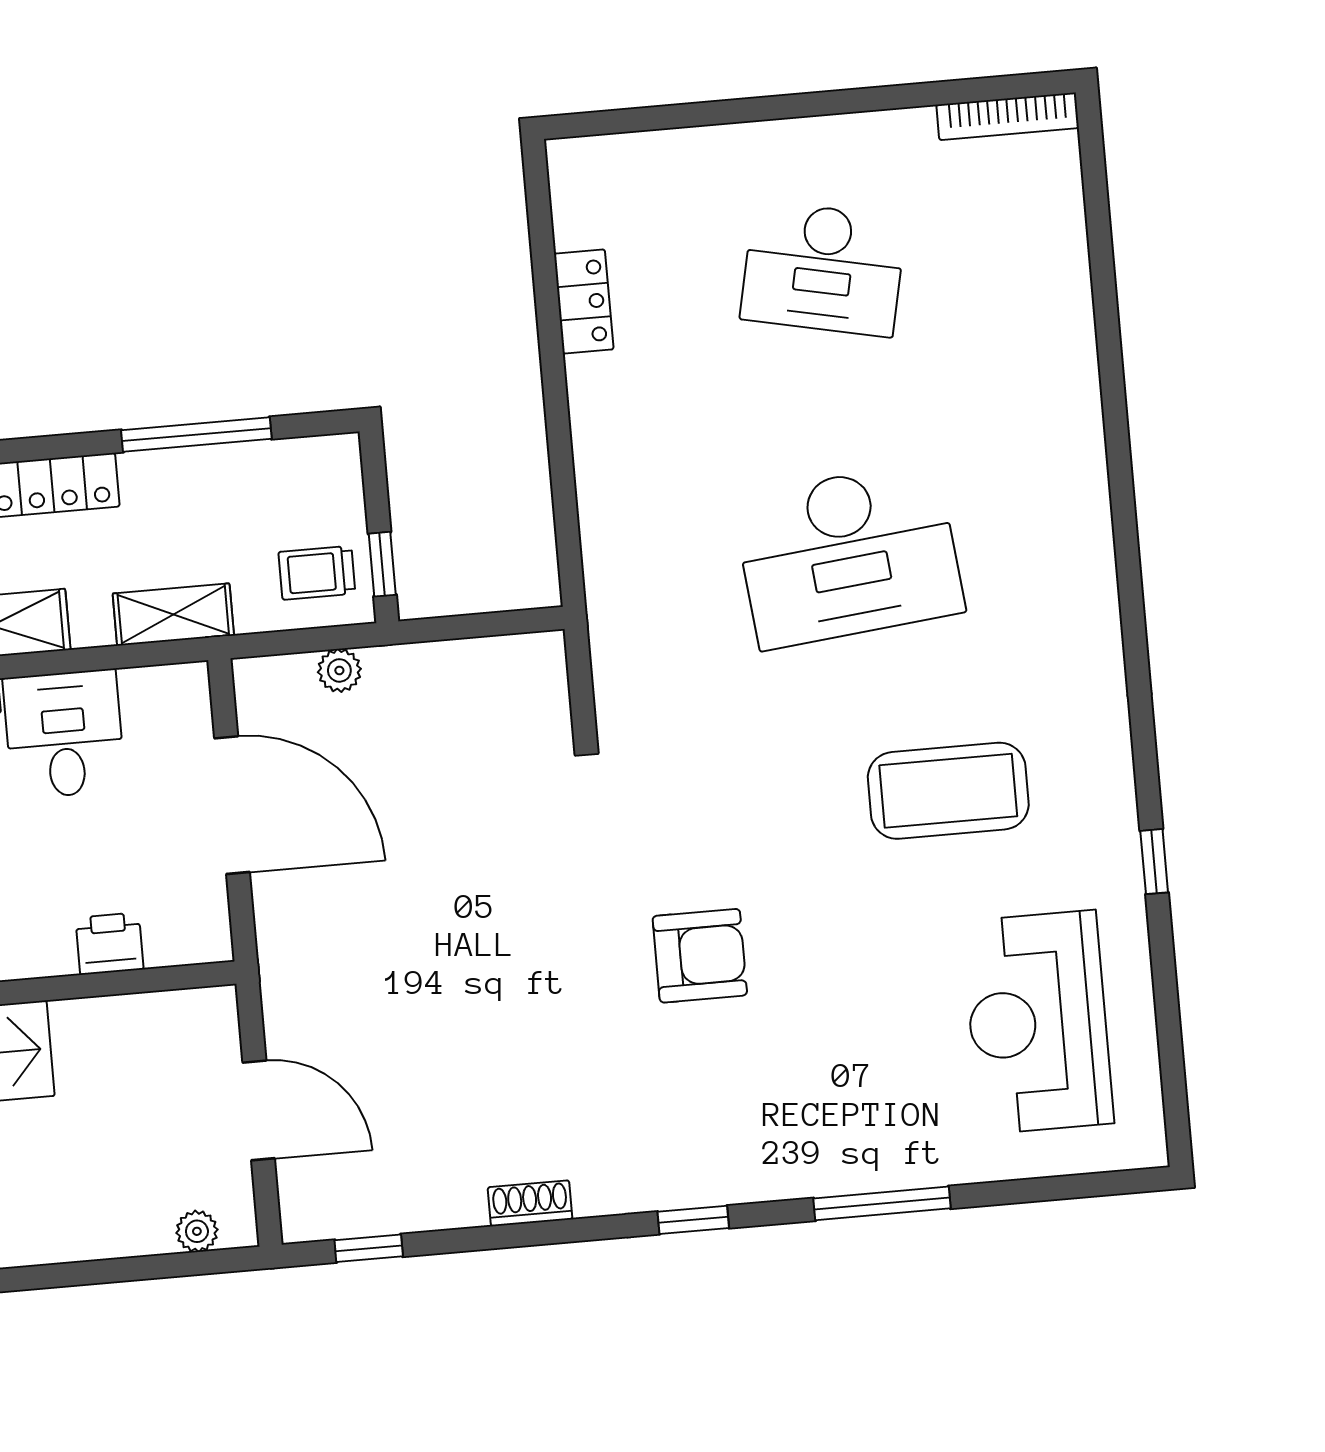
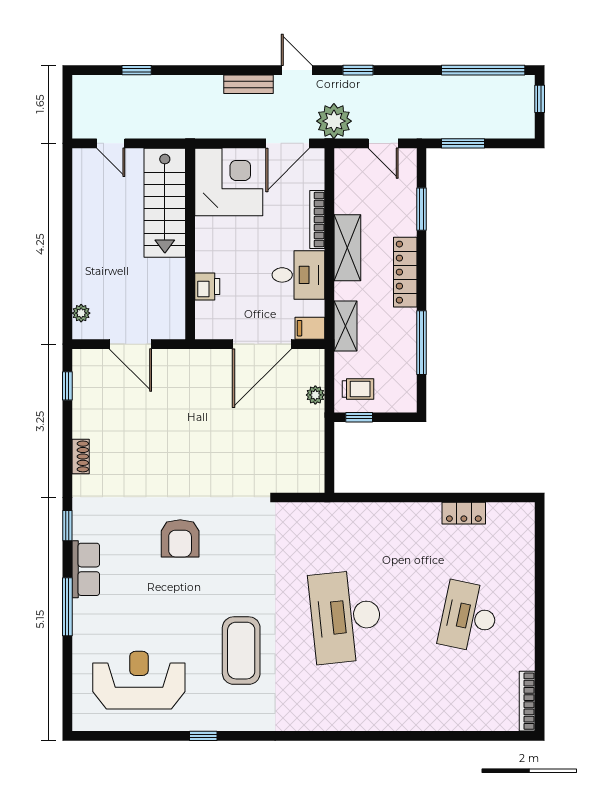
trolley: (317, 573) -> (358, 389), turned 90
filing cabinet: (185, 697) -> (310, 328), added
door: (259, 1110) -> (130, 344), hinge flipped
row of seats: (791, 1168) -> (86, 569), added

